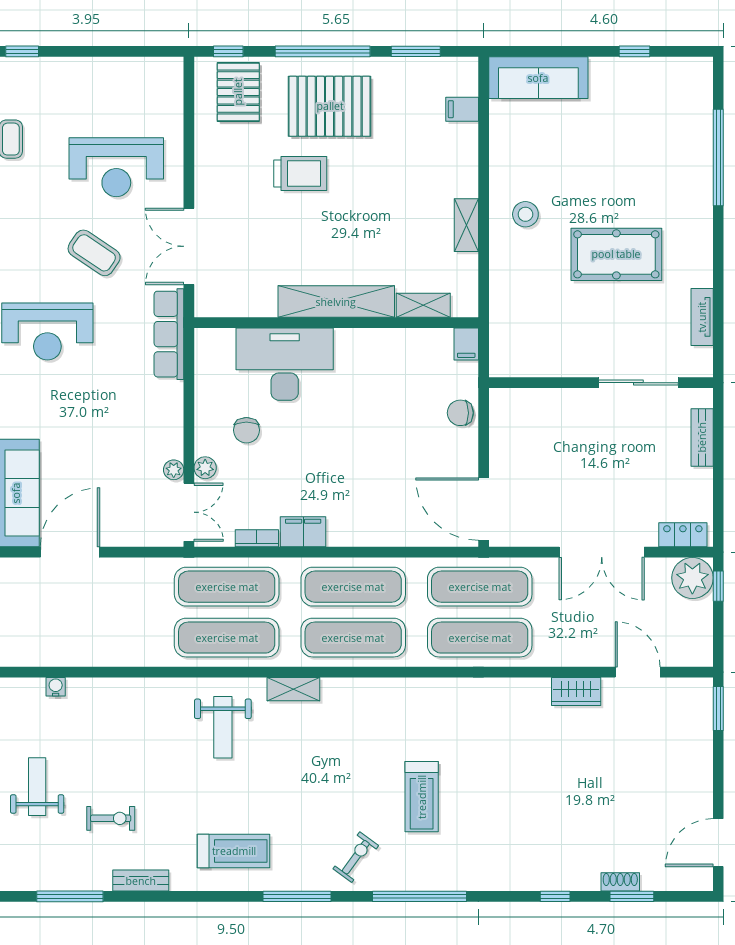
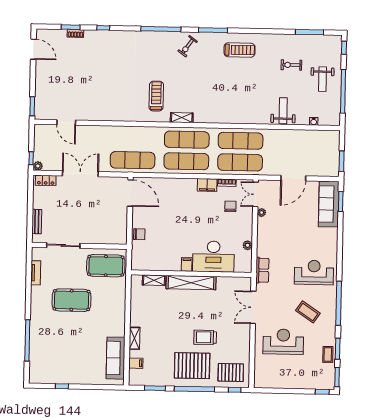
sofa: (538, 78) -> (116, 358), moved, turned -90
pallet: (238, 92) -> (231, 372), turned 90
stool: (525, 214) -> (110, 318), removed
shelving: (466, 225) -> (134, 338), moved
double door: (189, 246) -> (253, 307), swing flipped
coffee table: (94, 253) -> (308, 312), moved
row of seats: (169, 334) -> (262, 270), width x0.68
pool table: (537, 337) -> (106, 266), added
filing cabinet: (466, 344) -> (187, 264), moved
chair: (246, 430) -> (230, 206), moved
plant: (205, 468) -> (248, 245), moved
door: (70, 552) -> (293, 178), moved
plant: (692, 578) -> (38, 166), width x0.53, depth x0.53
exercise mat: (480, 638) -> (133, 138), removed
shelving: (293, 689) -> (182, 118), moved
wardrobe: (576, 691) -> (92, 115), removed
weight bench: (223, 727) -> (283, 111), moved
treadmill: (422, 797) -> (156, 96), moved
door: (718, 843) -> (33, 49), hinge flipped
treadmill: (234, 851) -> (240, 50), turned 180
bench: (141, 881) -> (279, 38), removed

